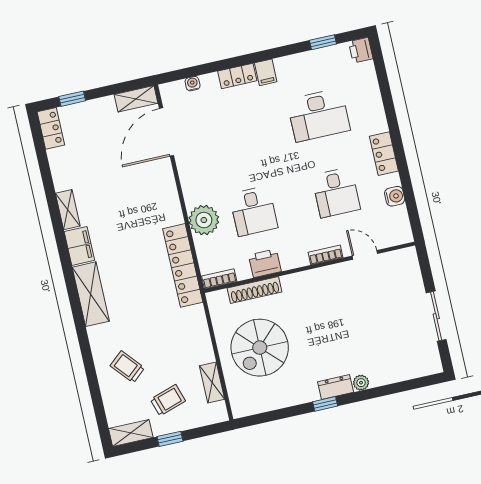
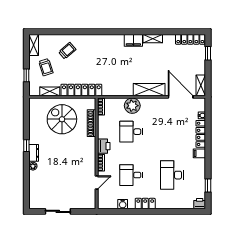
locker: (237, 76) -> (201, 134), width x1.53
locker: (51, 128) -> (190, 39), width x1.53
printer: (265, 263) -> (104, 146), moved
locker: (183, 265) -> (81, 90), moved
shelving: (91, 294) -> (149, 90), moved
window: (170, 439) -> (26, 75), moved

